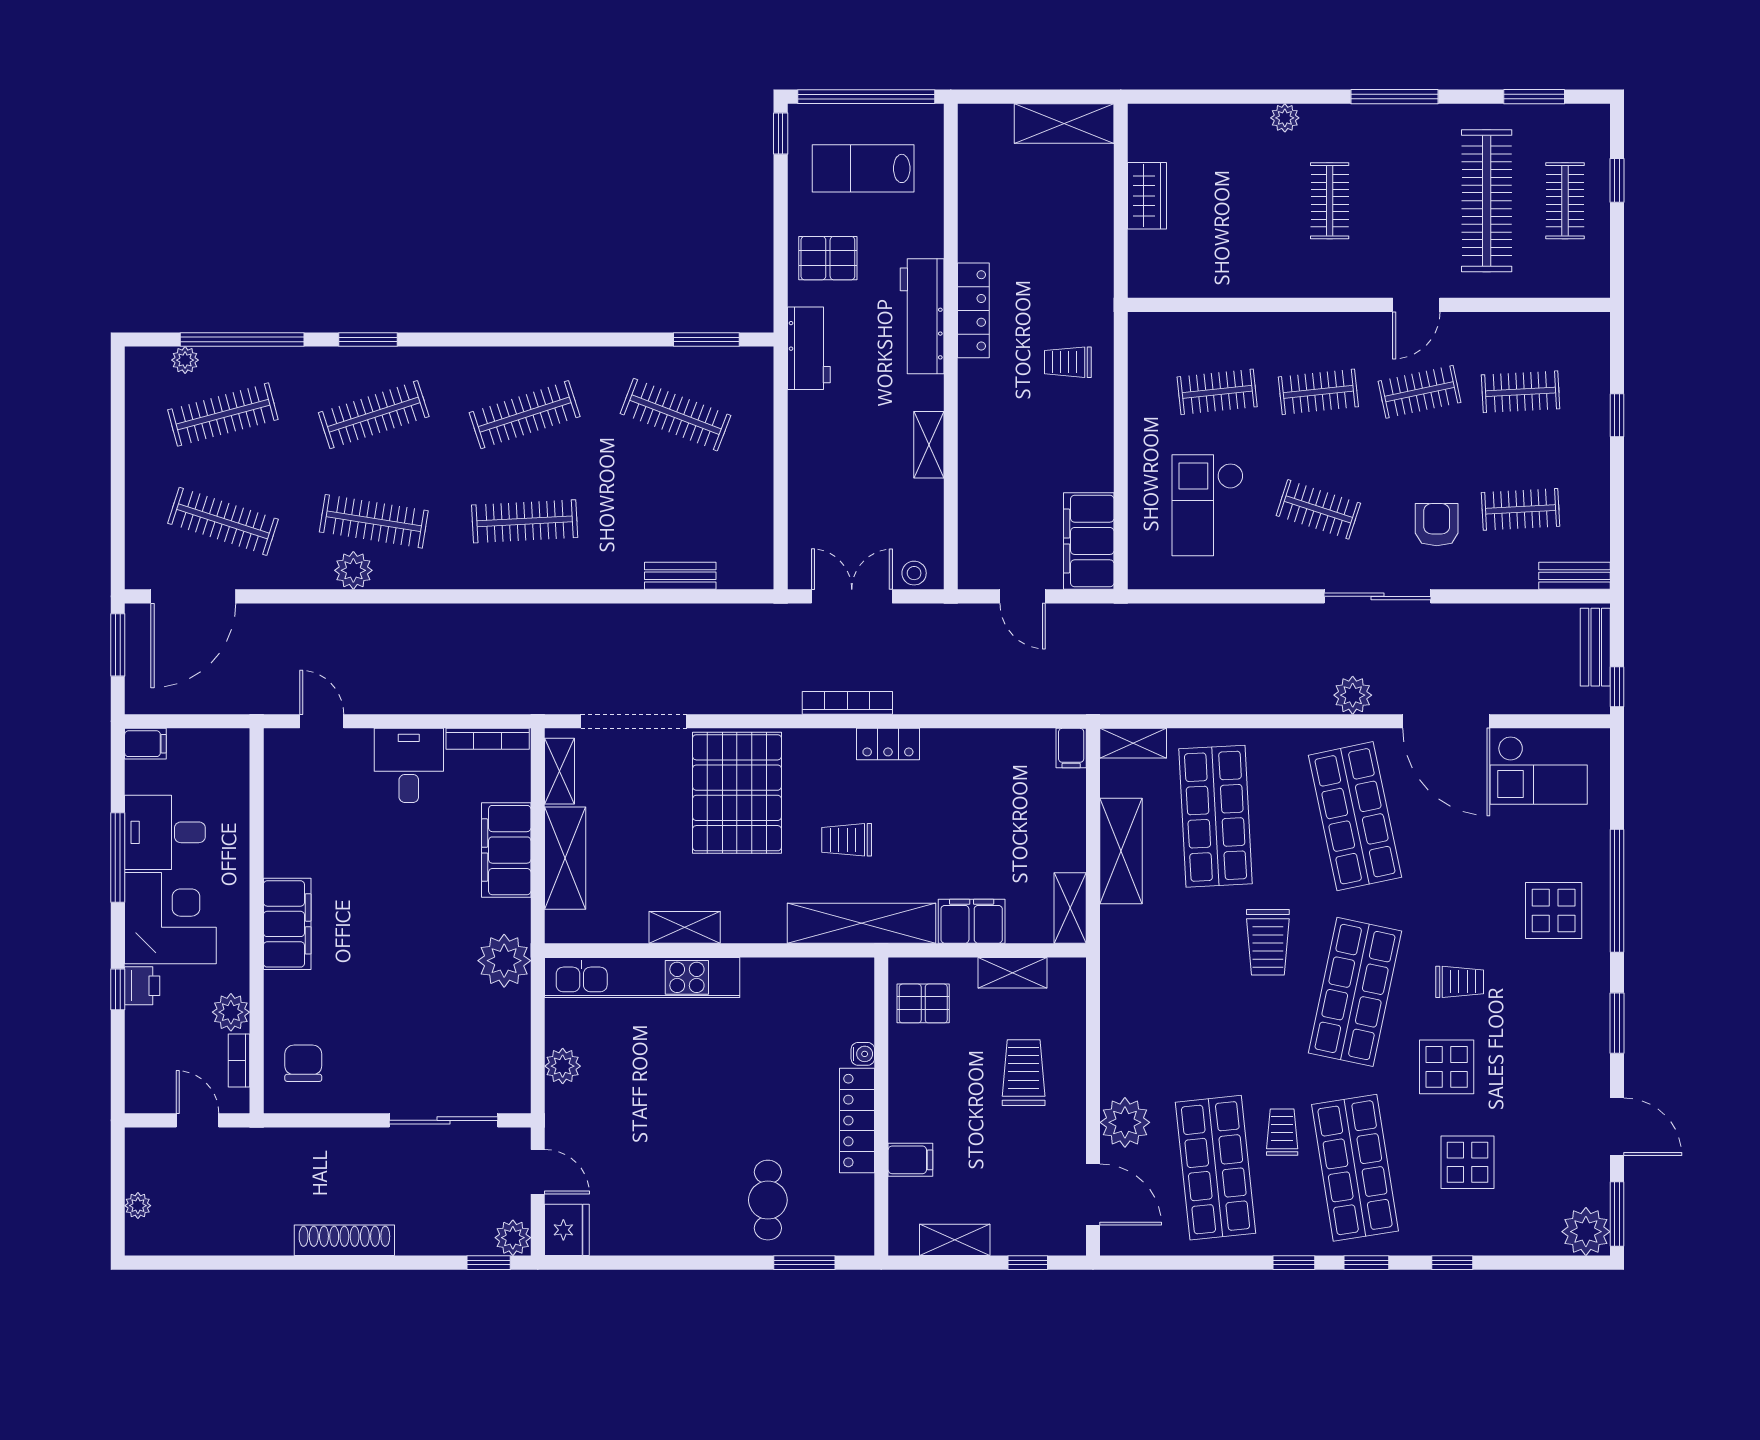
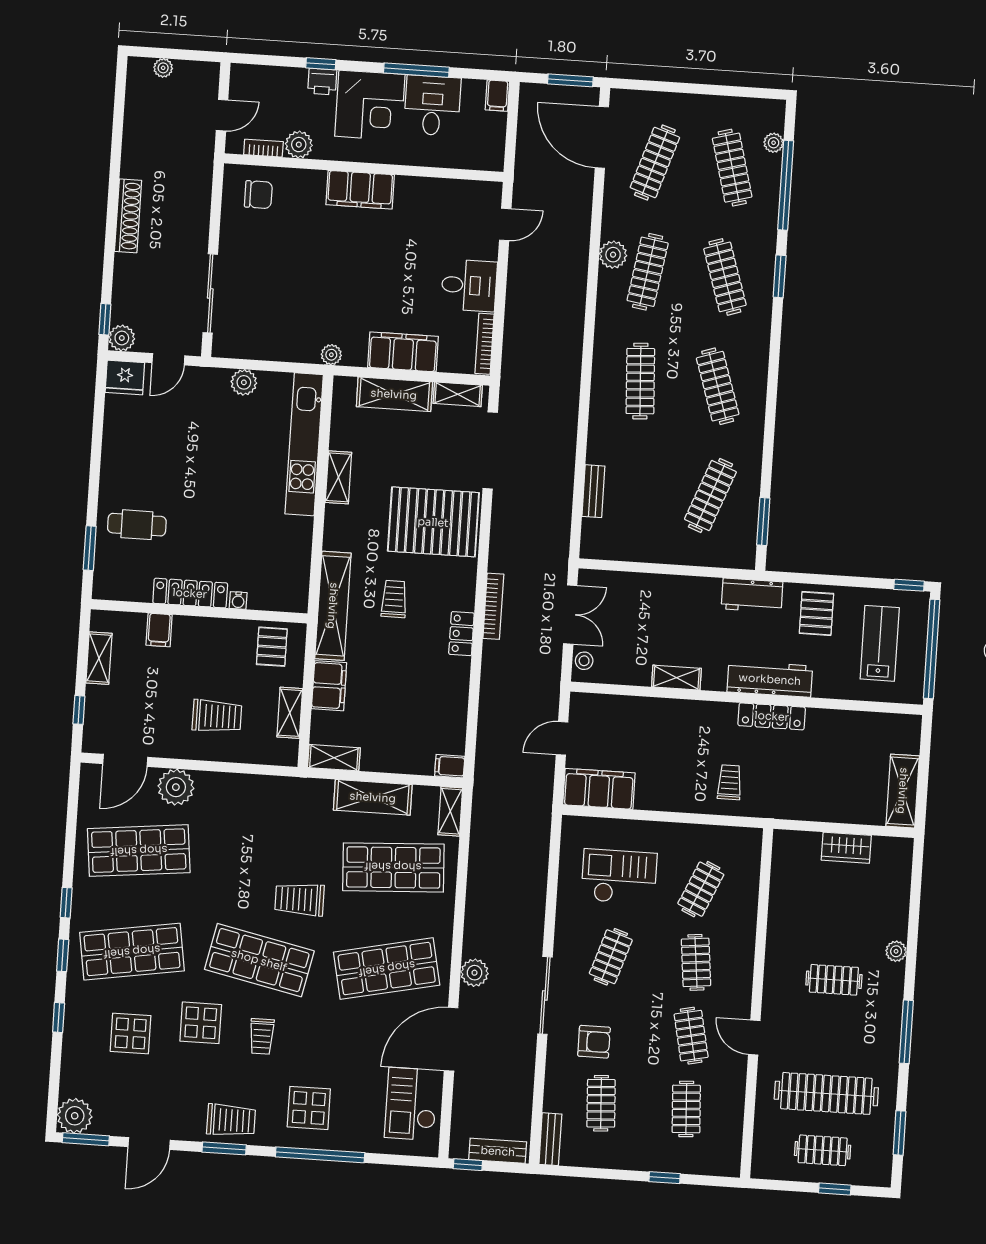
clothes rail: (1217, 392) -> (701, 889), turned 30
plant: (504, 961) -> (331, 355), width x0.53, depth x0.53
trolley: (1282, 1132) -> (231, 1120), moved, width x1.36, depth x1.39

